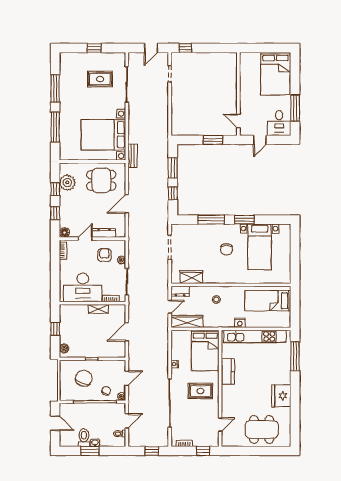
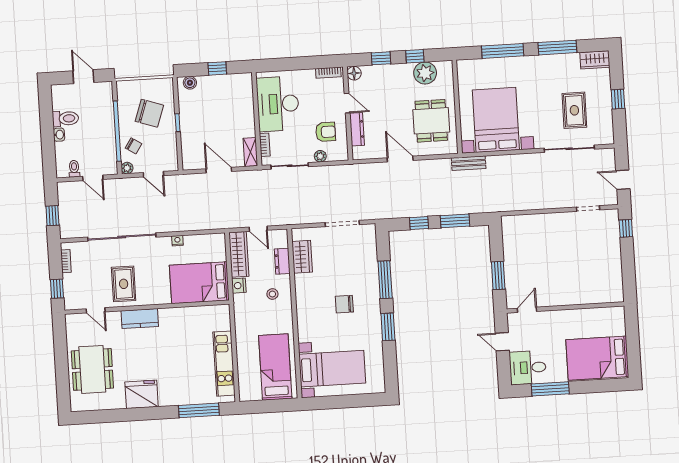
wardrobe: (65, 63) -> (595, 60), added
bed with nightstands: (260, 247) -> (332, 369), moved, turned 180
dresser: (180, 291) -> (282, 261), moved
shelving: (98, 309) -> (250, 152), moved
nightstand: (240, 323) -> (239, 286), moved
kitchen unit: (255, 337) -> (224, 364), width x0.73
kitchen counter: (228, 371) -> (140, 319), moved
rug: (201, 391) -> (124, 284), moved
door: (55, 423) -> (83, 77), swing flipped
window: (90, 451) -> (47, 128), removed

